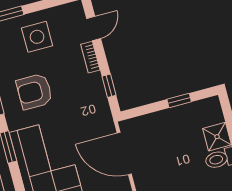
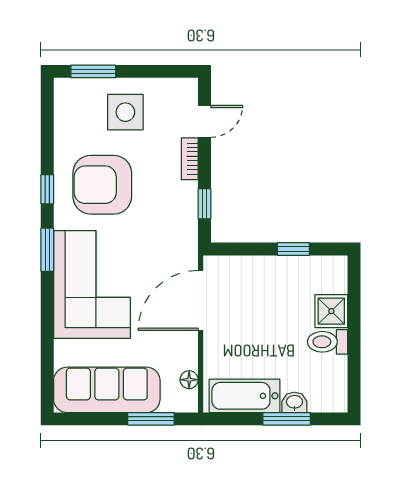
armchair: (34, 91) -> (102, 185), width x1.36, depth x1.36
door: (124, 153) -> (201, 300), hinge flipped

